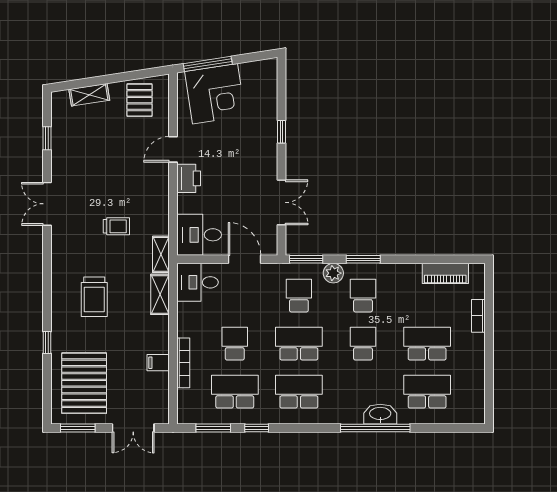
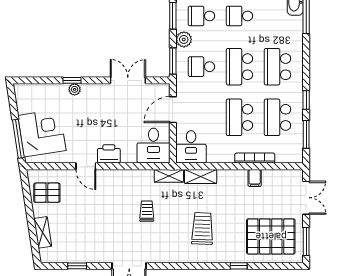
plant: (270, 135) -> (75, 89), added
trolley: (94, 297) -> (202, 228), turned -88
school desk: (235, 344) -> (240, 117), width x1.85

